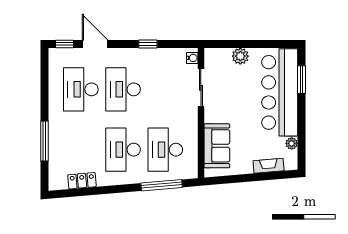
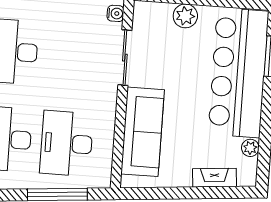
sofa: (217, 146) -> (143, 132), width x1.36

